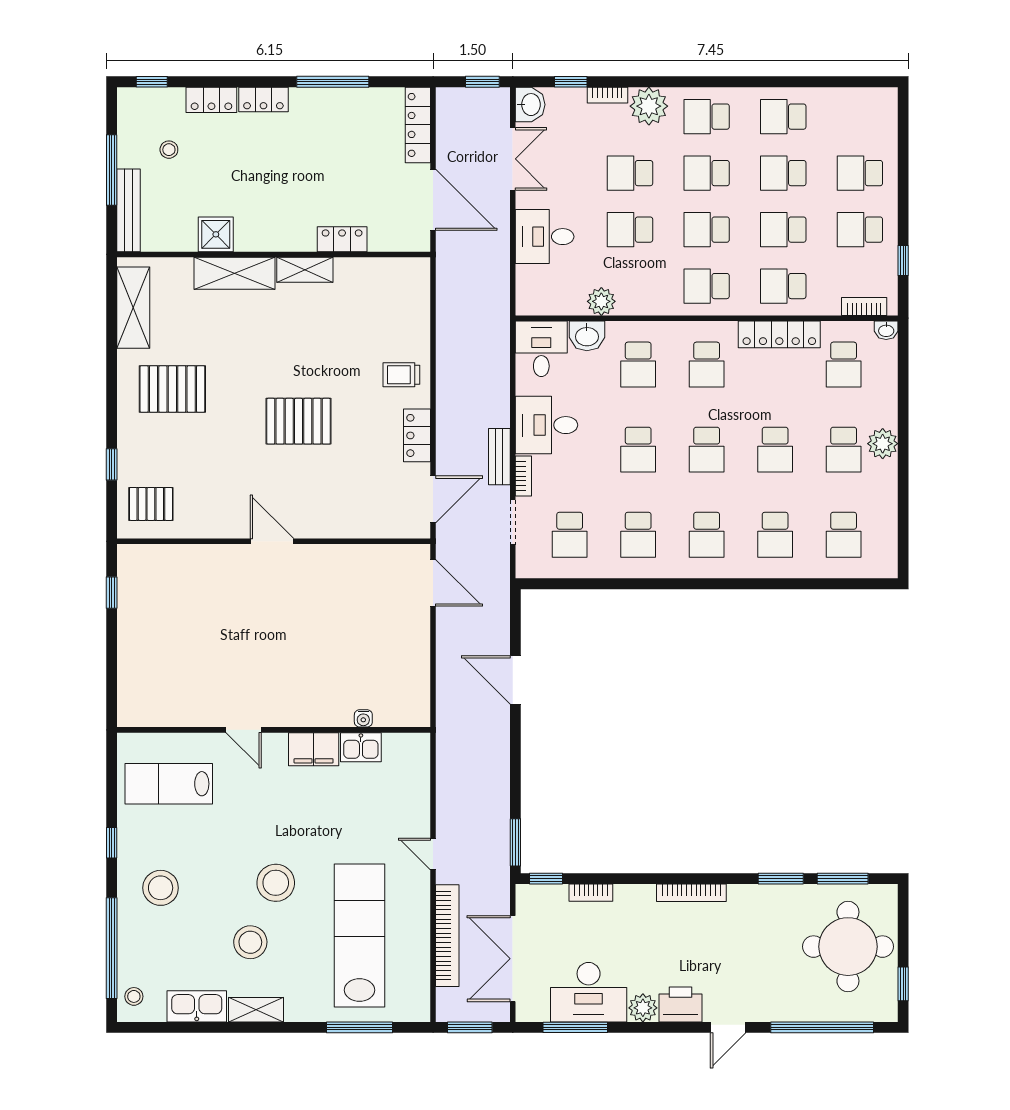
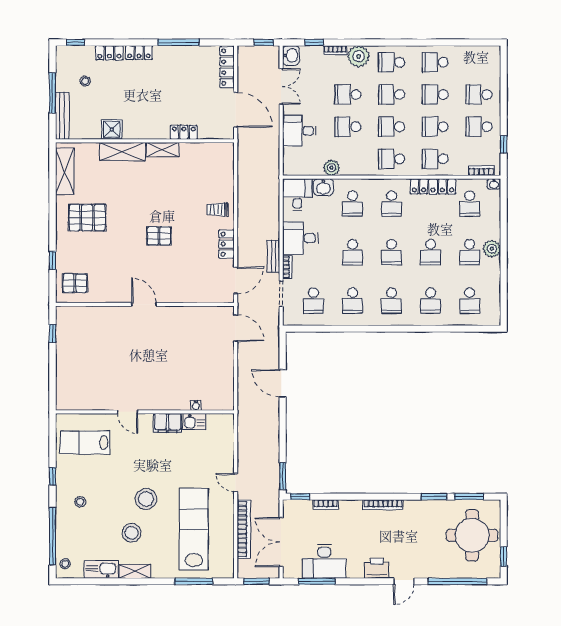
pallet: (299, 421) -> (159, 236), width x0.67, depth x0.71
stool: (161, 888) -> (80, 502), width x0.53, depth x0.53
plant: (643, 1008) -> (355, 570), removed

